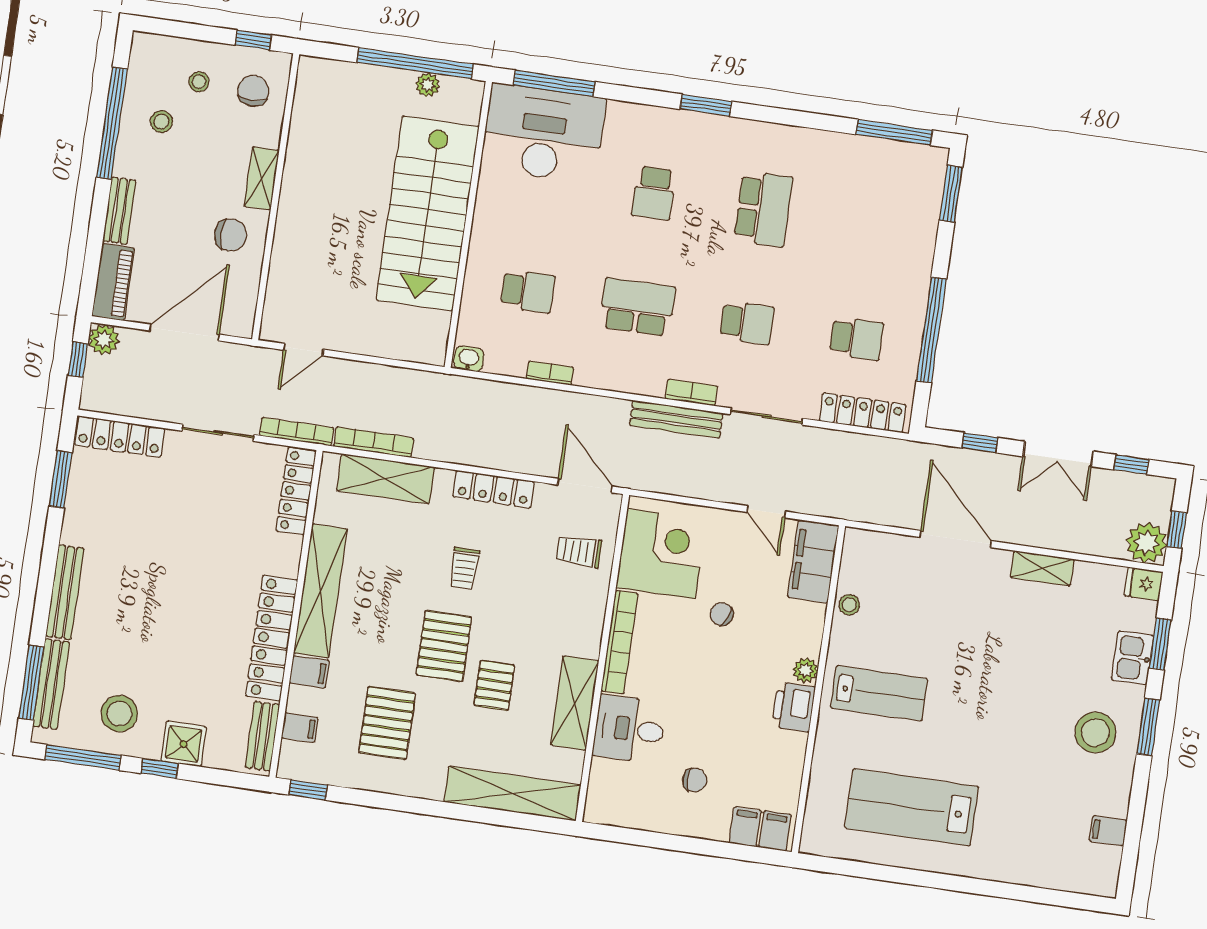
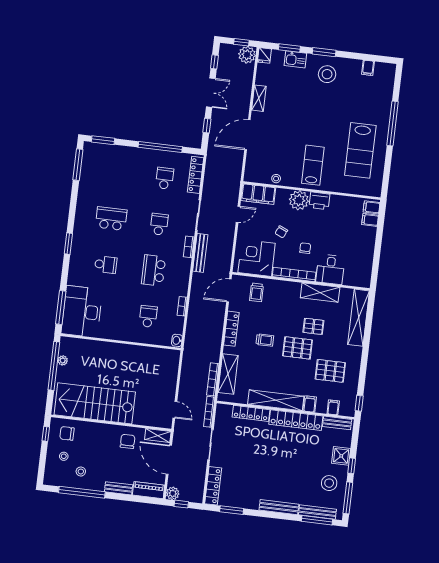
shelving: (262, 178) -> (158, 435), moved
stairs: (428, 213) -> (95, 403), moved, turned 180
locker: (296, 491) -> (251, 413), moved
plant: (806, 670) -> (299, 200), width x1.88, depth x1.88
chair: (695, 780) -> (305, 248), moved
window: (974, 886) -> (392, 124), added

